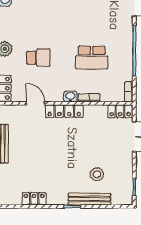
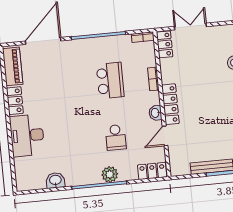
school desk: (39, 58) -> (116, 137), turned 180
washbasin: (70, 97) -> (155, 113), moved

